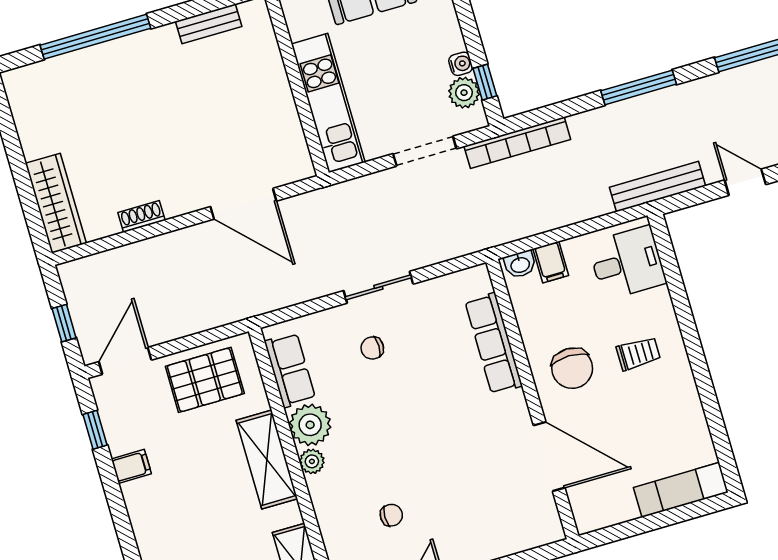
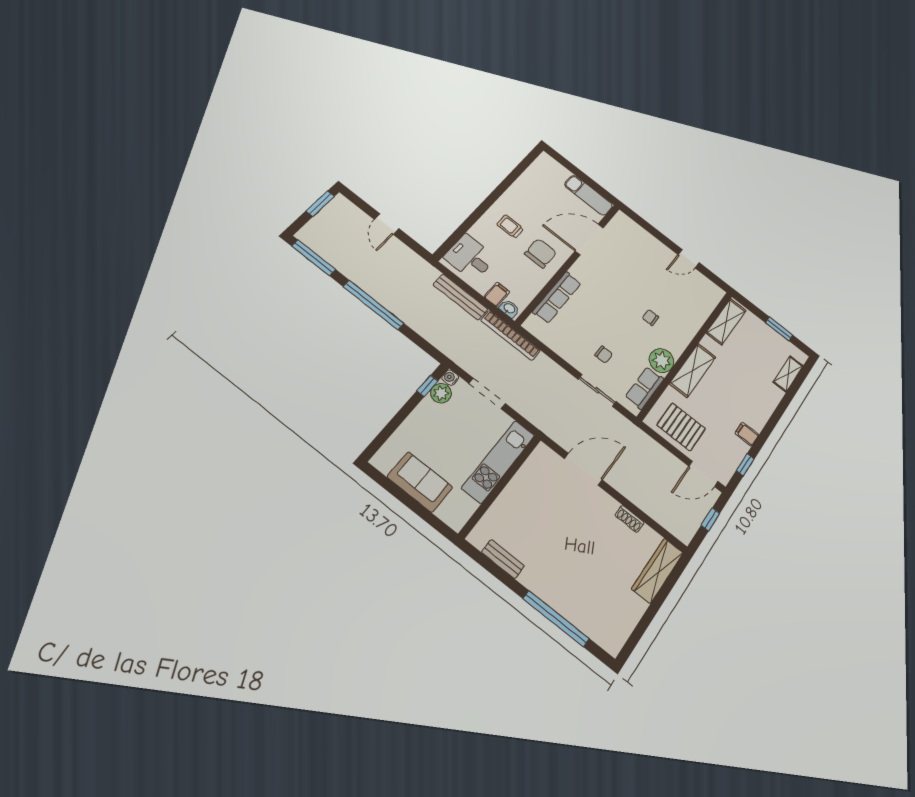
water cooler: (461, 64) -> (450, 378), moved
window: (639, 87) -> (373, 305), width x1.46
bookcase: (517, 143) -> (511, 335), moved, turned 180
bench: (658, 187) -> (461, 297), moved
door: (243, 204) -> (583, 469), hinge flipped
sliding door: (378, 287) -> (597, 390), moved
door: (549, 456) -> (589, 239), hinge flipped
plant: (312, 461) -> (677, 348), removed
exam couch: (681, 490) -> (589, 195), moved
chair: (391, 515) -> (650, 317), moved

